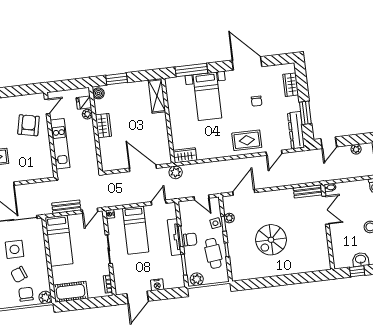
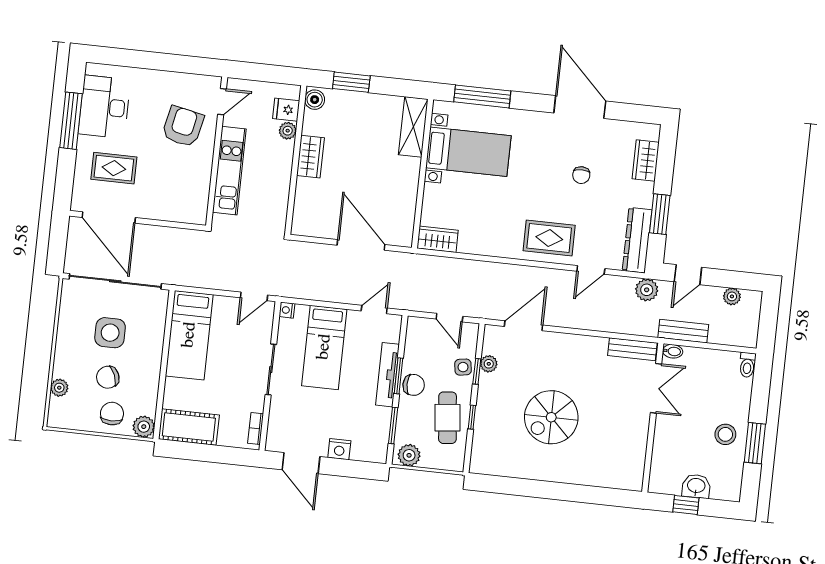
bed with nightstands: (207, 96) -> (468, 152), moved, turned -90
plant: (176, 172) -> (647, 290), moved
bench: (66, 207) -> (683, 331), moved
door: (138, 297) -> (301, 463), hinge flipped

